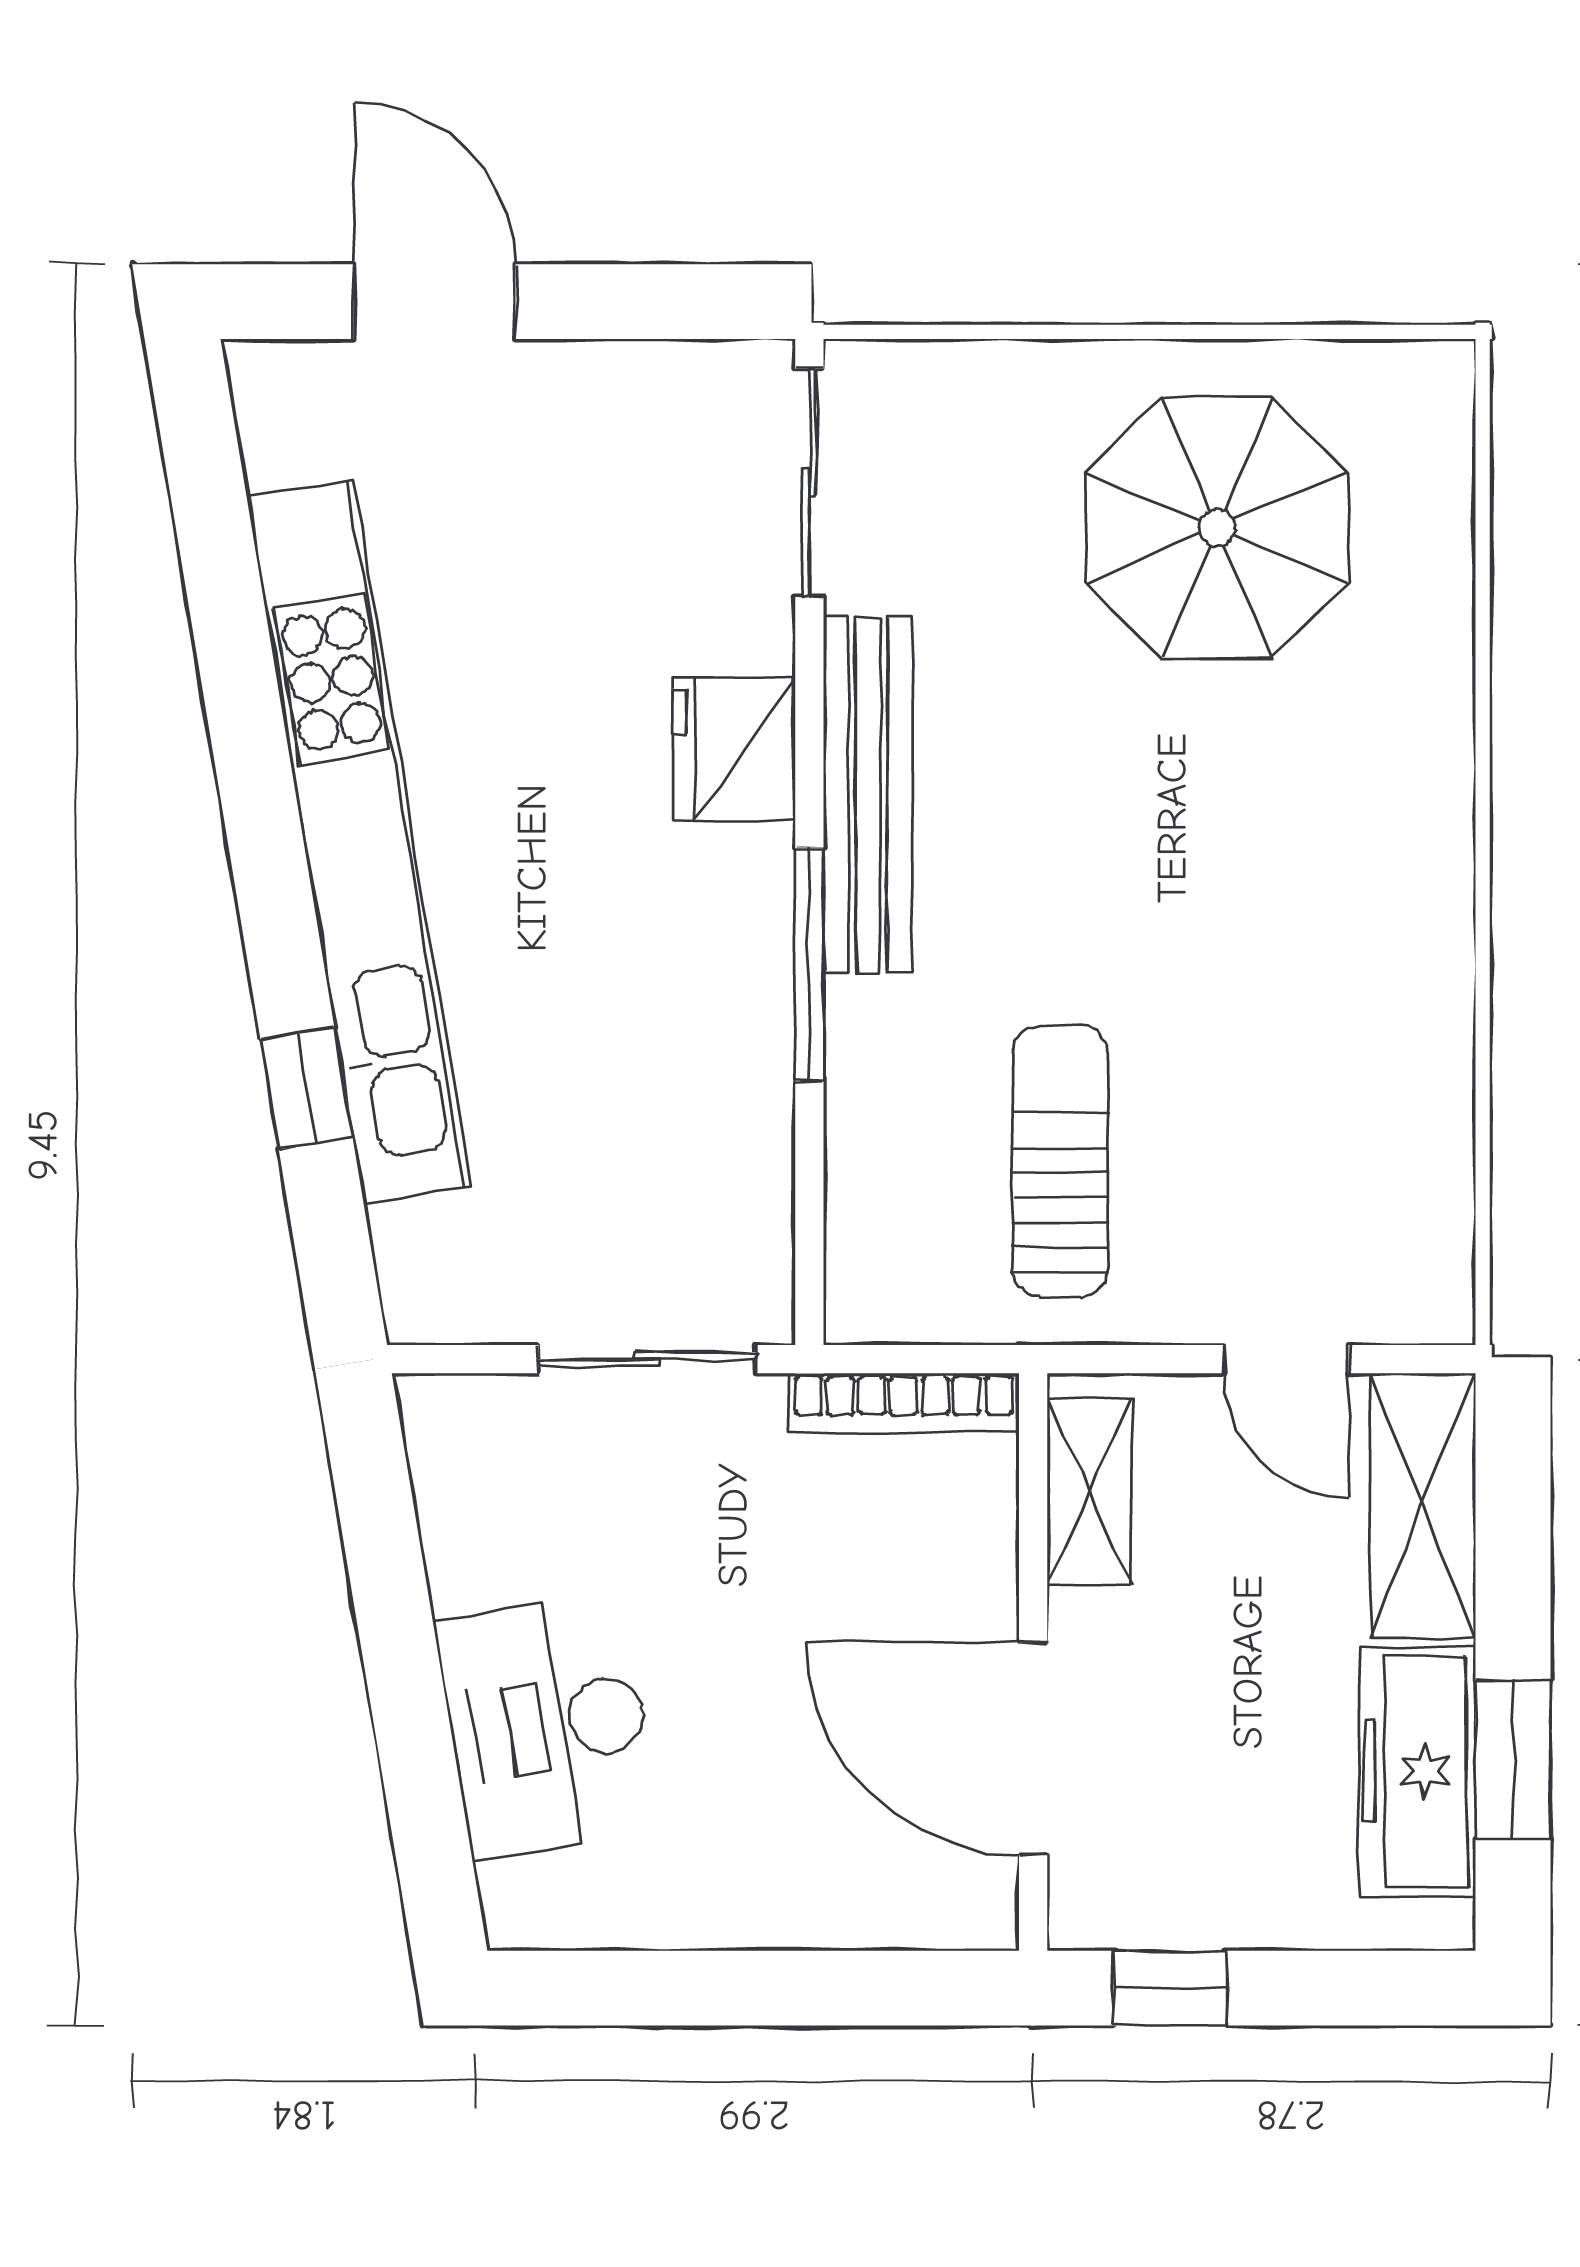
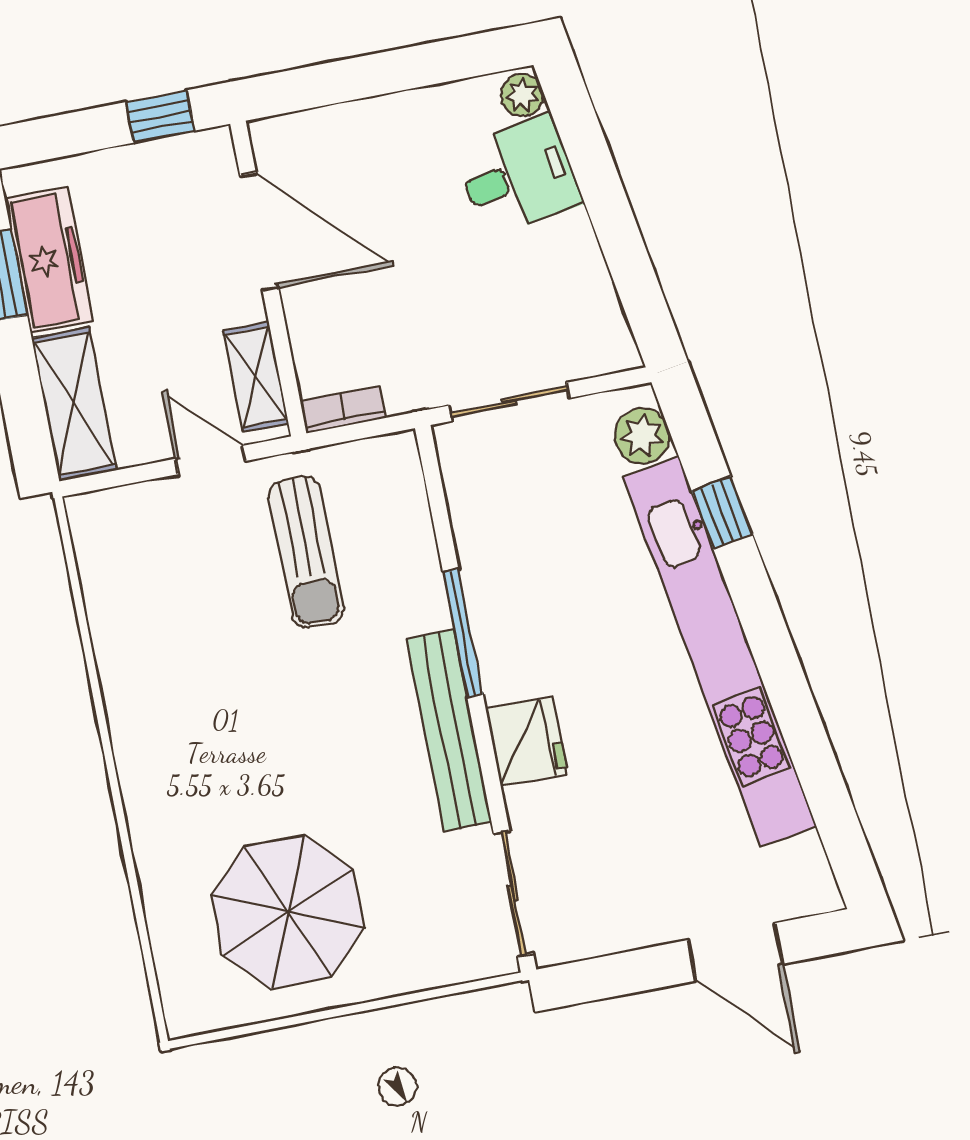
plant: (422, 1253) -> (642, 436), added
door: (1286, 1359) -> (210, 460), moved
bookcase: (904, 1403) -> (343, 410), width x0.64
desk: (547, 1726) -> (518, 176), width x0.73
plant: (518, 1901) -> (522, 95), added

